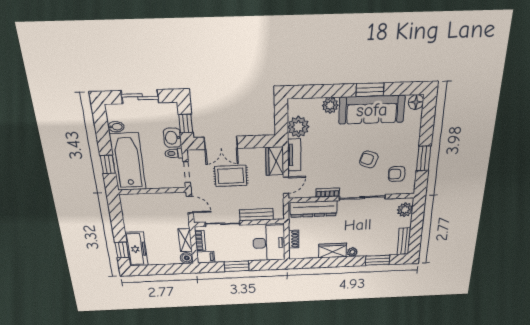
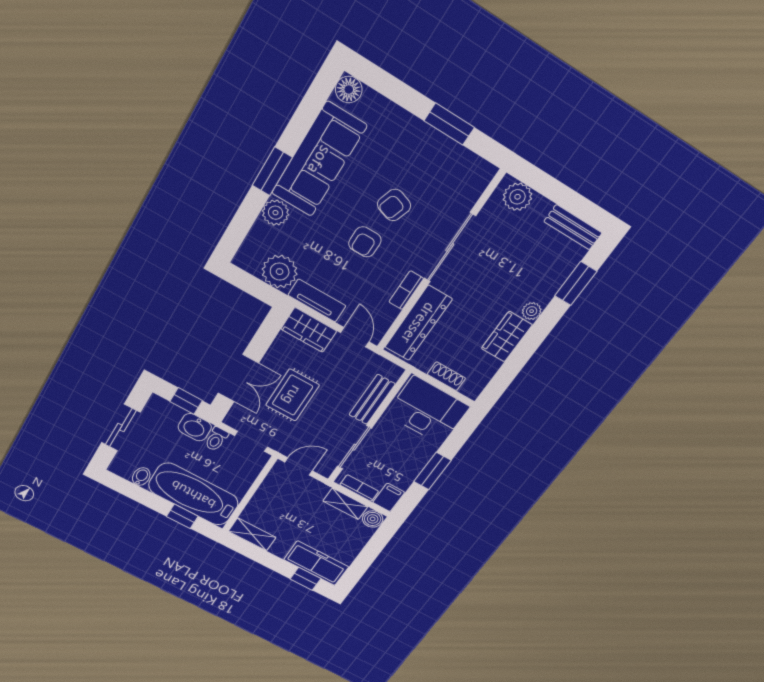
window: (370, 90) -> (272, 171), moved
armchair: (397, 174) -> (365, 242), moved
shelving: (127, 207) -> (252, 534), added

